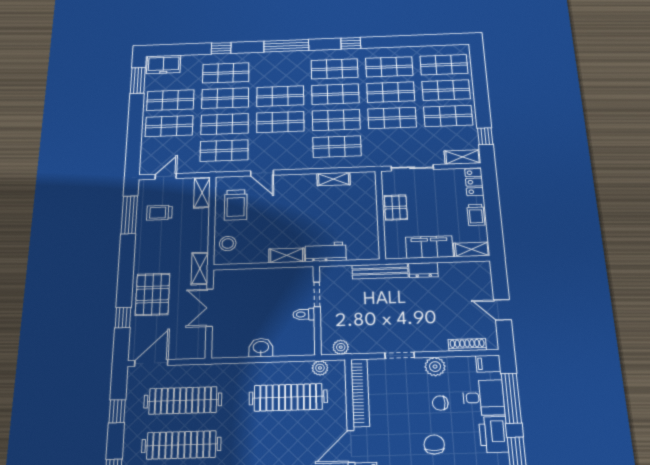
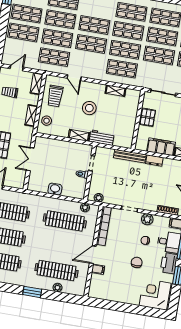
stool: (296, 212) -> (89, 108), added
shelving: (200, 268) -> (31, 116), moved

